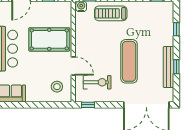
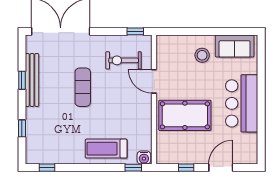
treadmill: (111, 13) -> (106, 149), turned 180
exercise mat: (129, 61) -> (83, 87), width x0.73, depth x0.69
stool: (57, 87) -> (202, 55), moved

